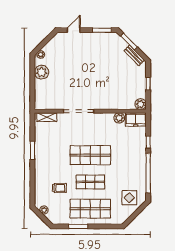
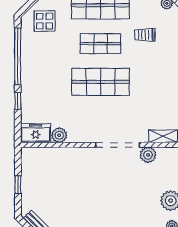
plant: (141, 104) -> (148, 155), moved

